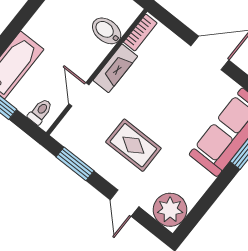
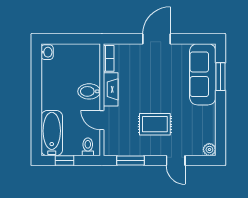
bidet: (107, 31) -> (89, 91), moved
plant: (170, 210) -> (209, 150), width x0.53, depth x0.53

